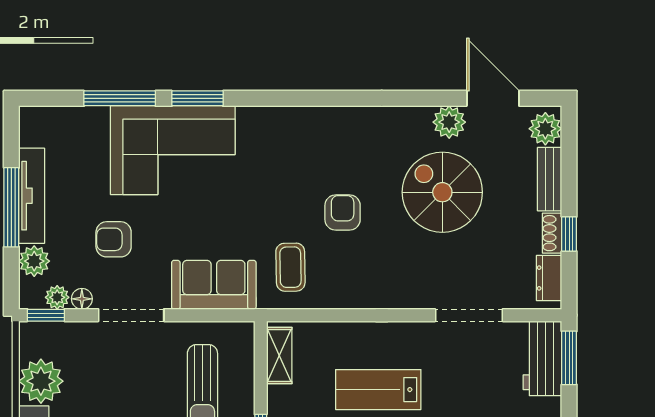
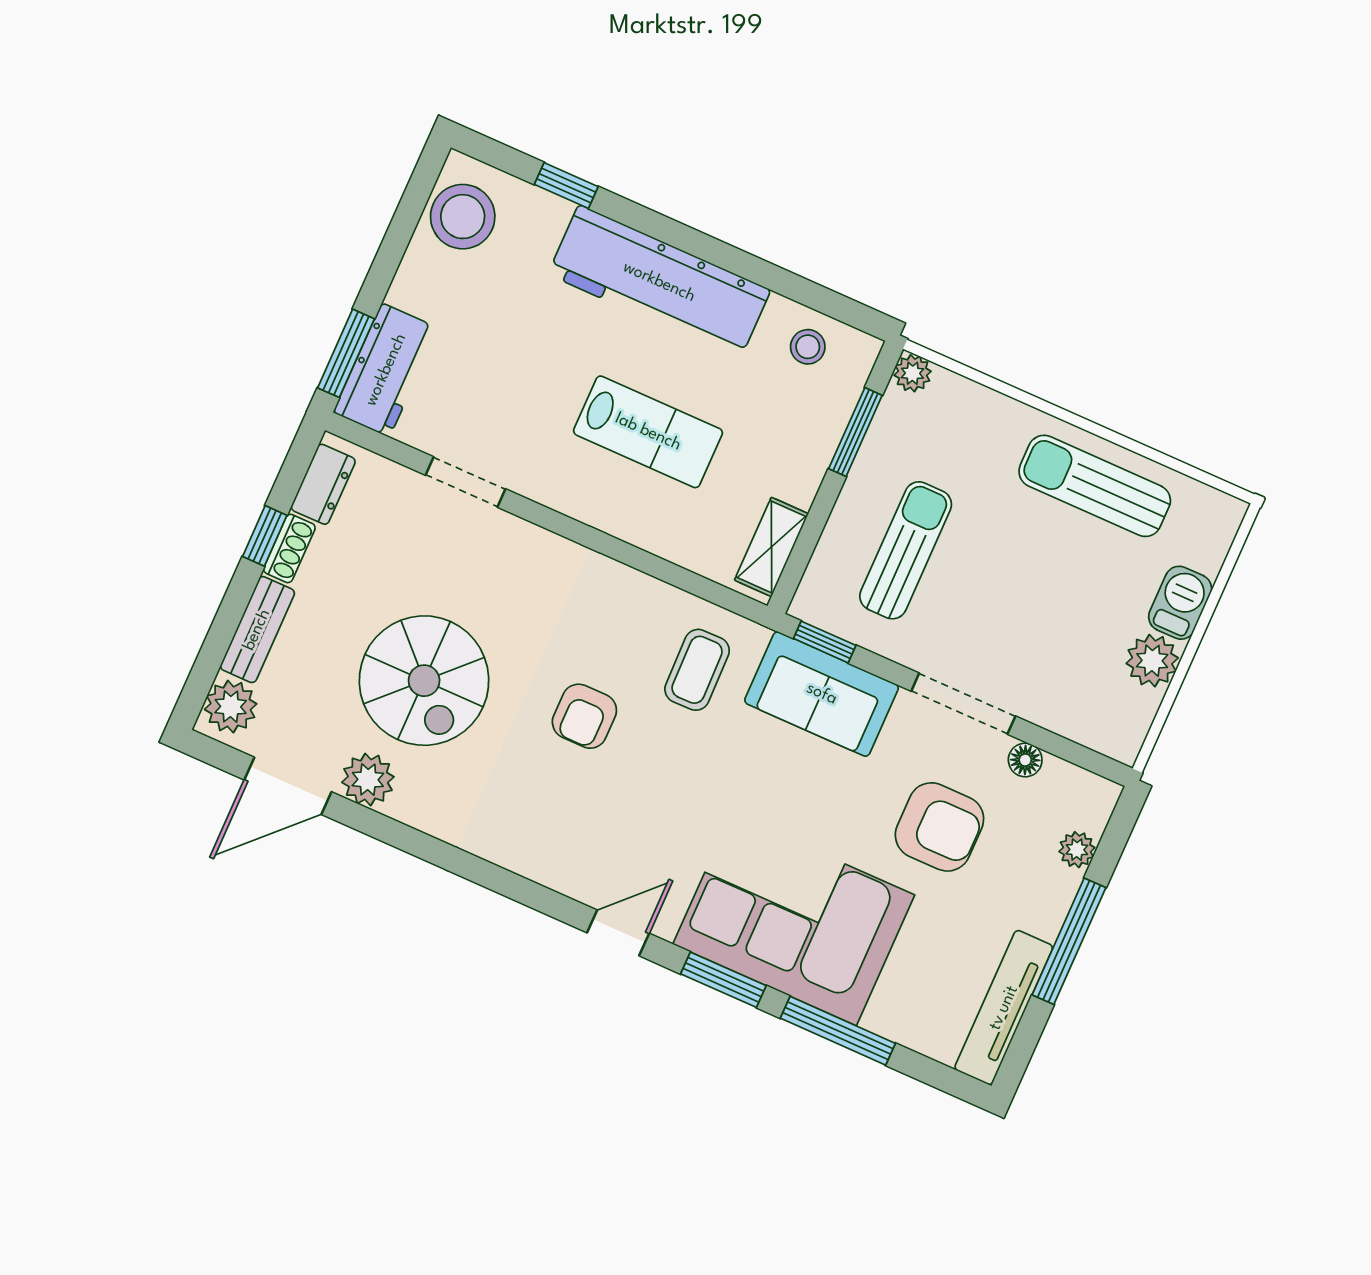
door: (269, 98) -> (618, 933), added
door: (493, 98) -> (288, 786), hinge flipped
tv unit: (32, 196) -> (1004, 1008), moved
armchair: (114, 239) -> (939, 827), width x1.38, depth x1.38
plant: (34, 261) -> (1077, 850), width x0.73, depth x0.73
plant: (57, 297) -> (1061, 778), removed
window: (46, 315) -> (825, 642), moved
doorway: (469, 315) -> (465, 482), width x0.73
plant: (41, 381) -> (1152, 661), width x0.73, depth x0.73

